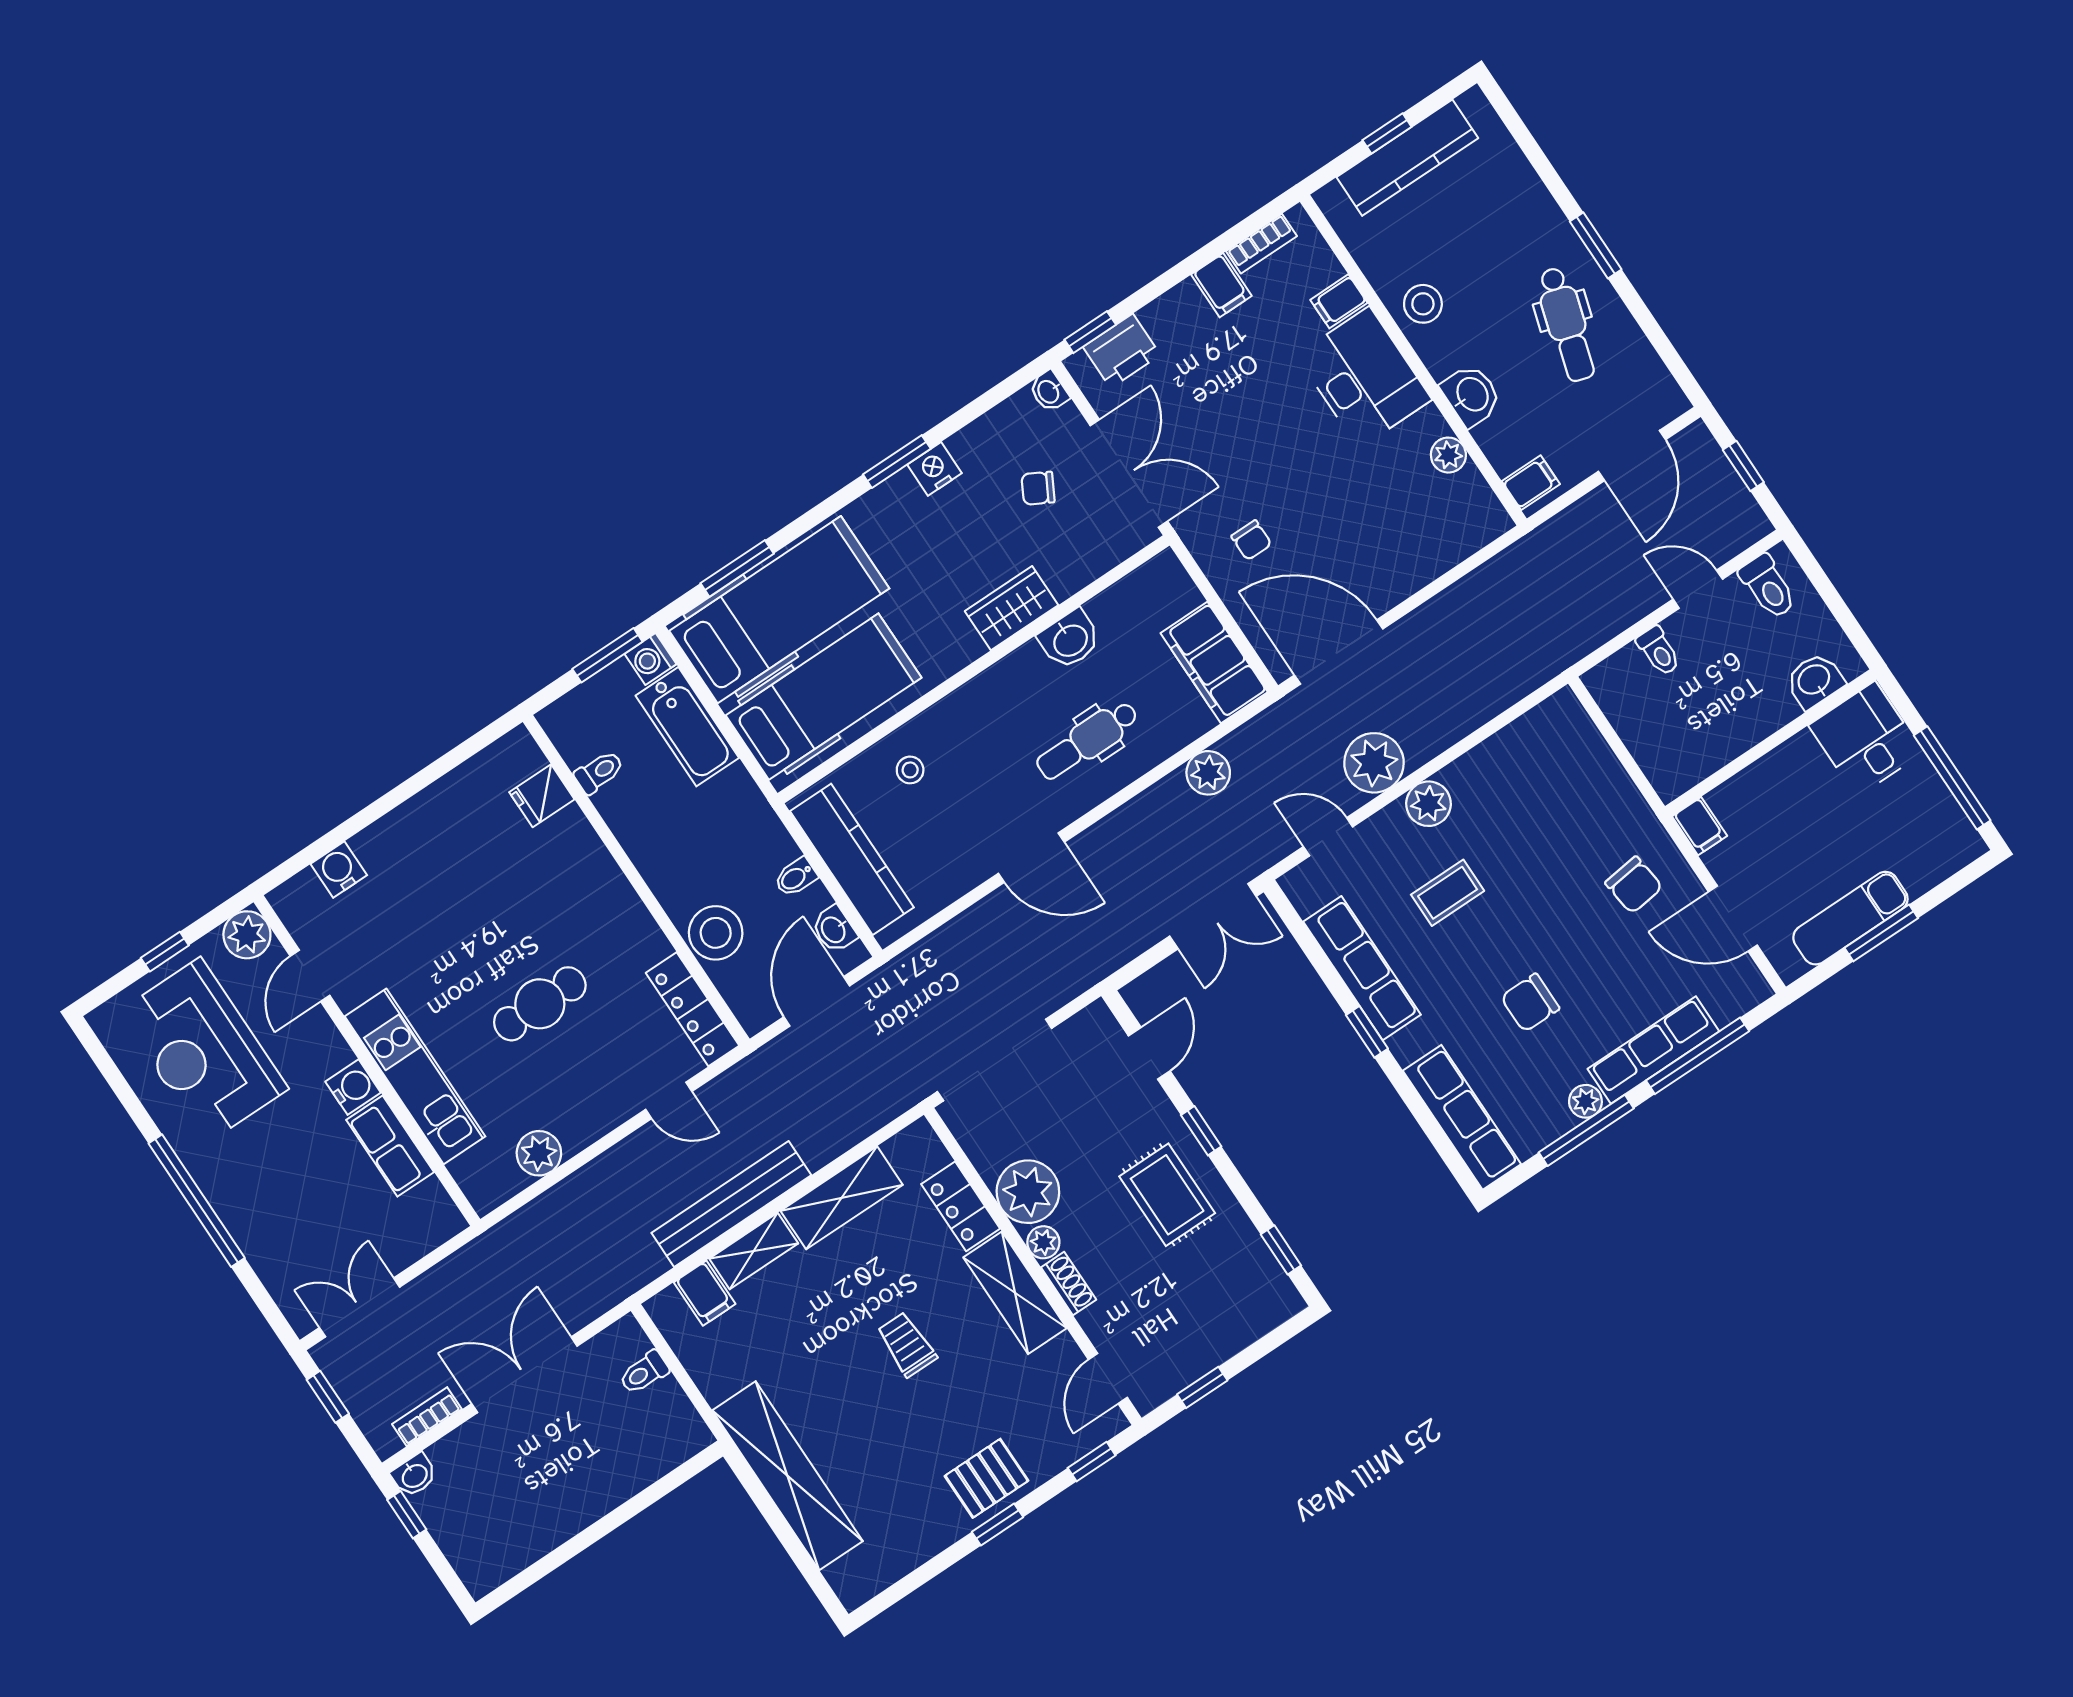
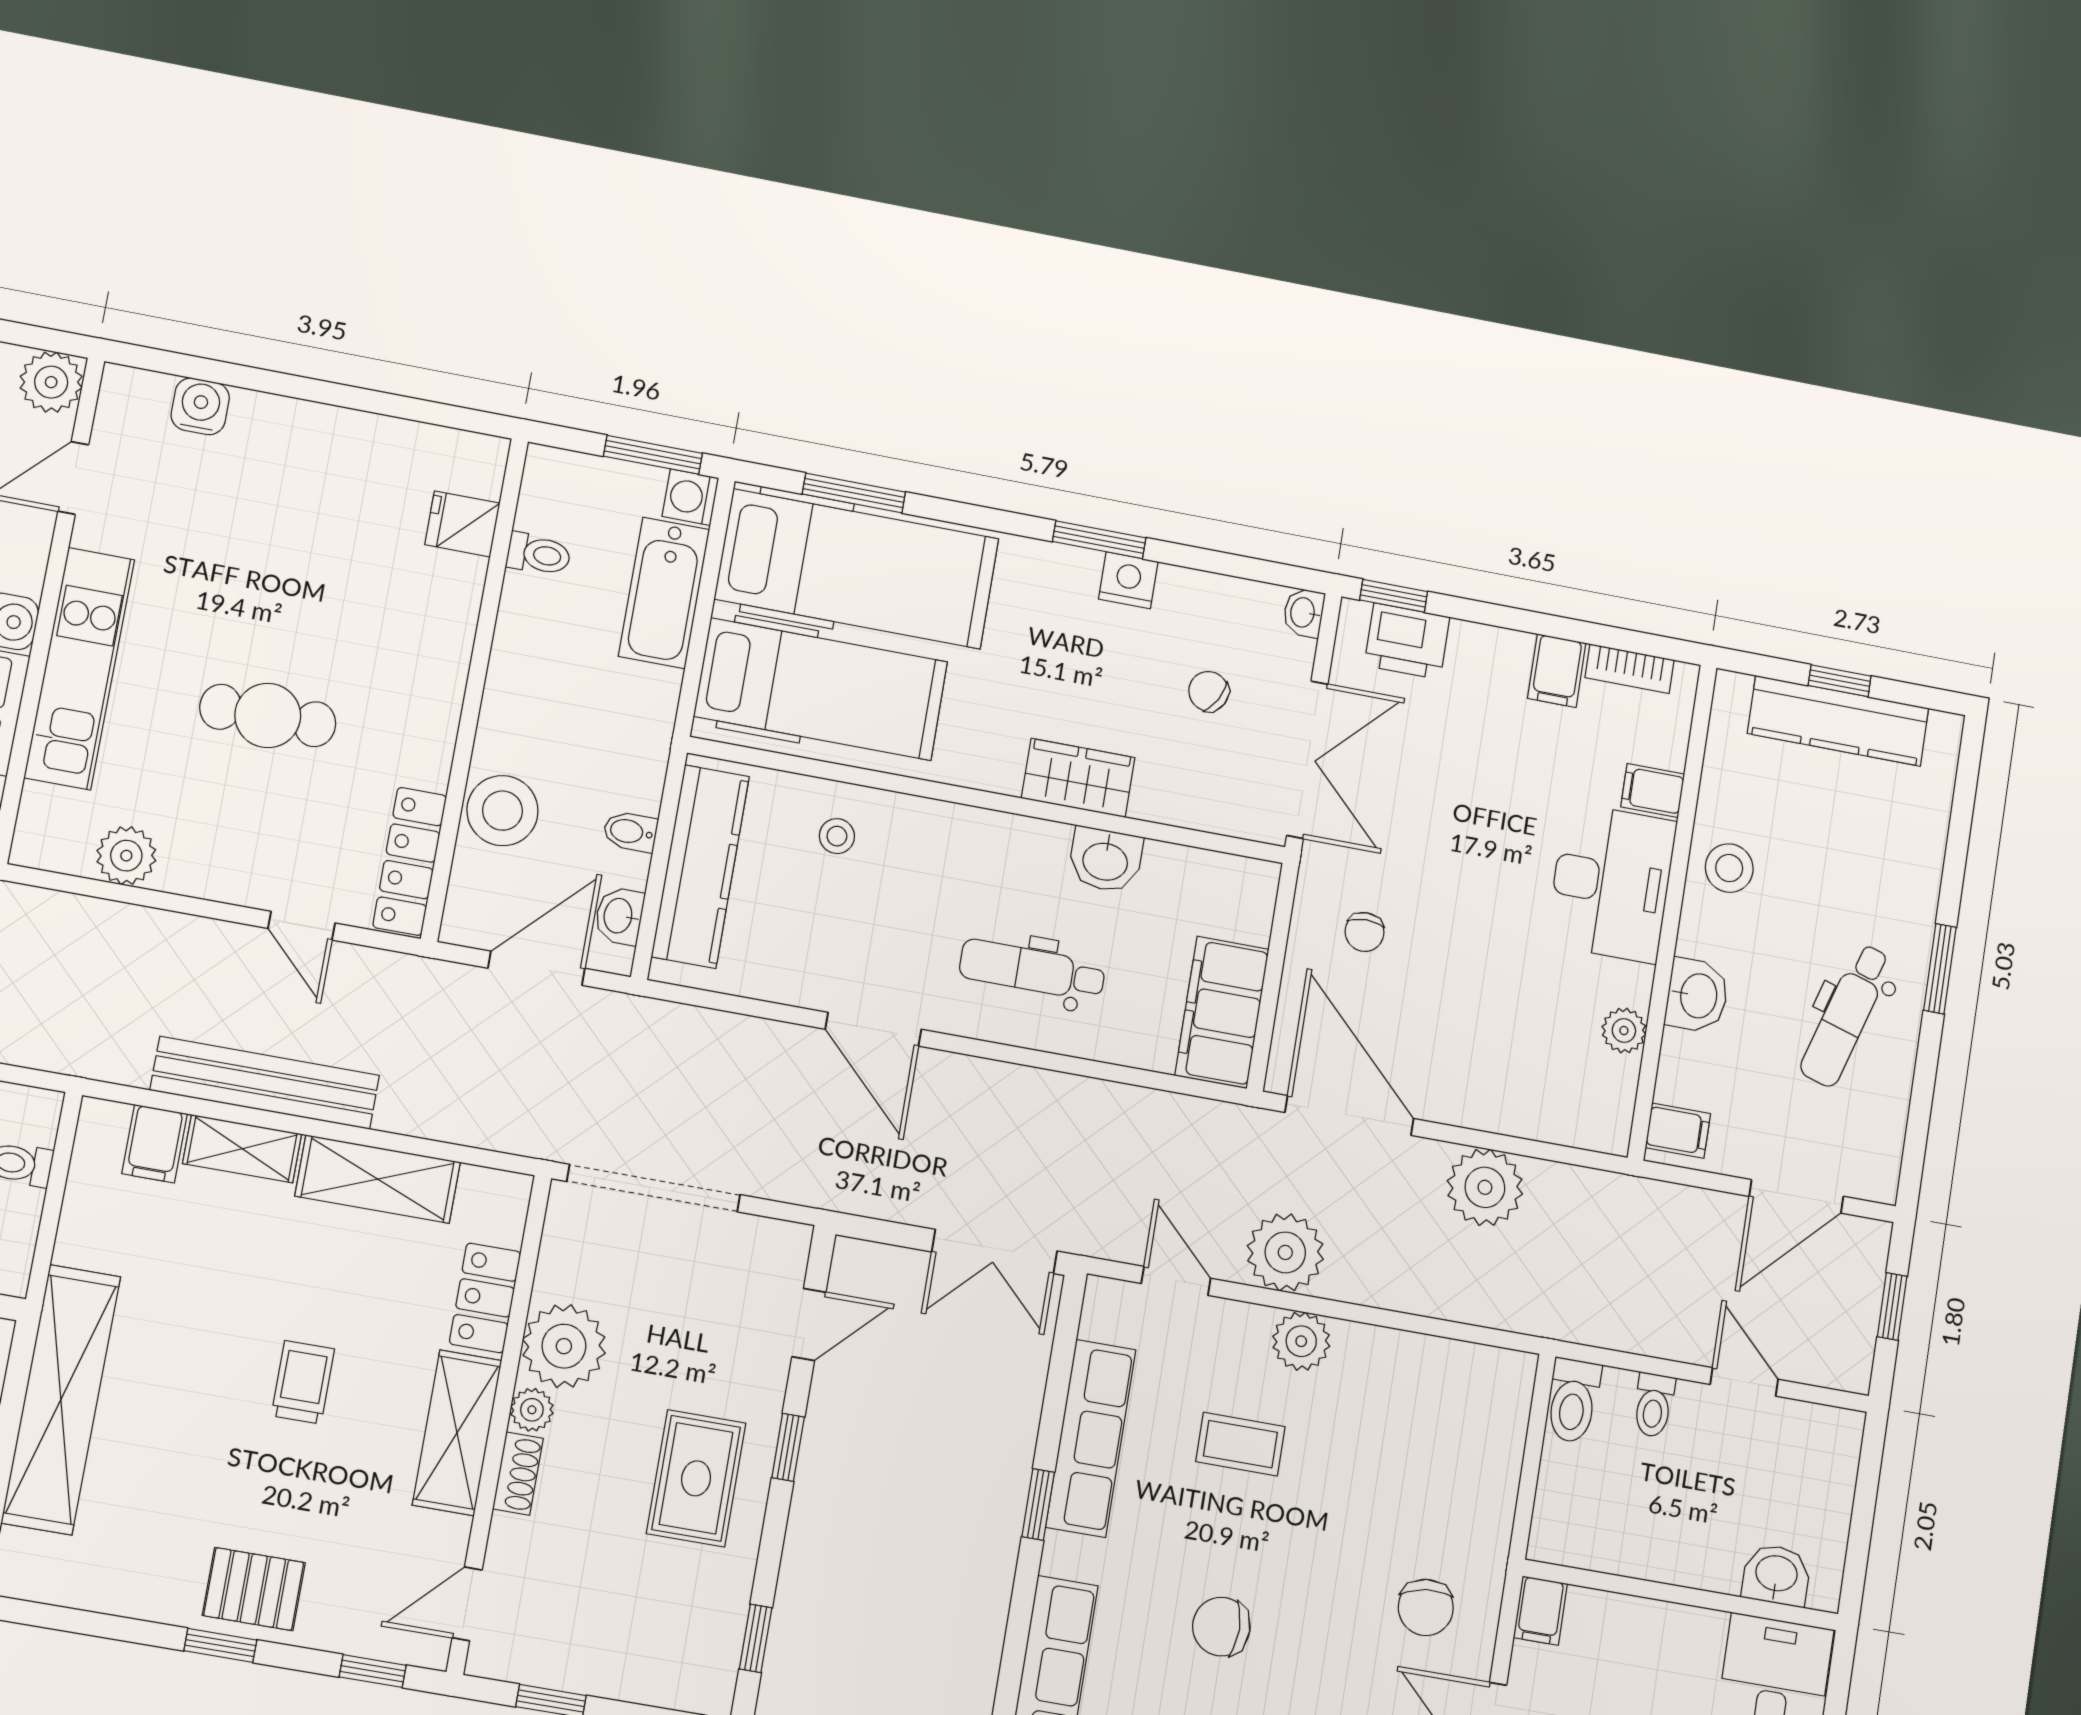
toilet: (1768, 587) -> (1573, 1401), moved
plant: (1208, 773) -> (1485, 1187), moved, width x1.36, depth x1.36

